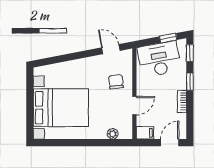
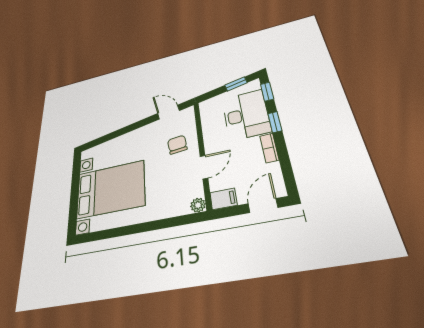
desk: (159, 59) -> (246, 115), moved, turned 101
plant: (113, 134) -> (198, 205), moved

